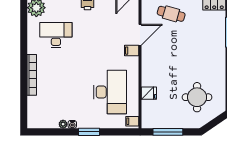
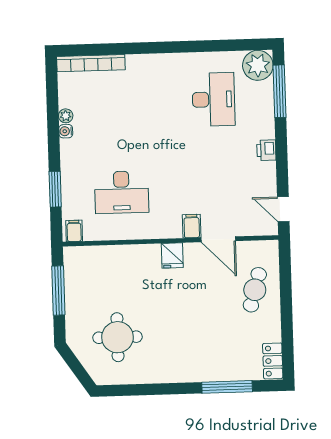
bookcase: (32, 75) -> (91, 63), moved
desk: (110, 92) -> (122, 192), width x0.73, depth x0.77
fridge: (149, 93) -> (172, 255), moved
window: (89, 132) -> (55, 189), moved

